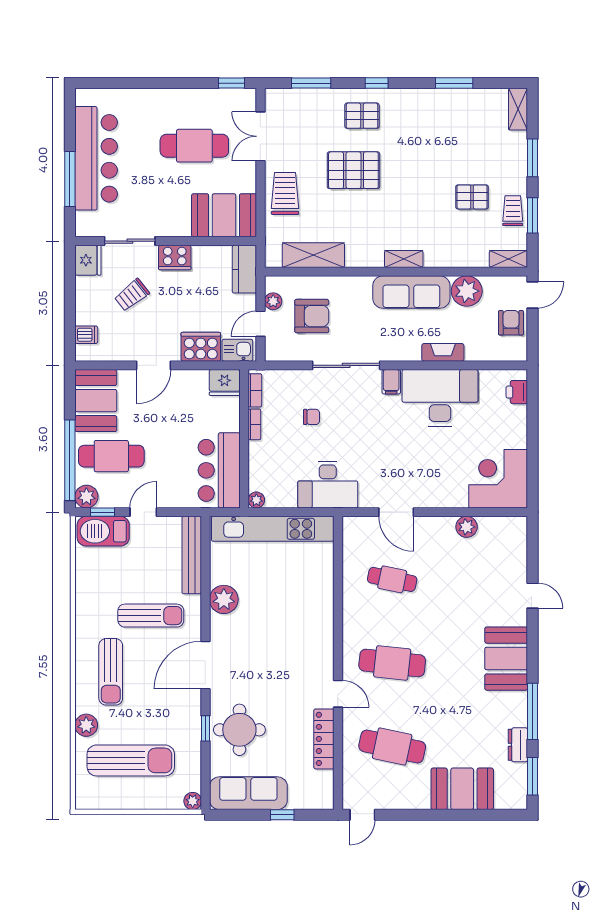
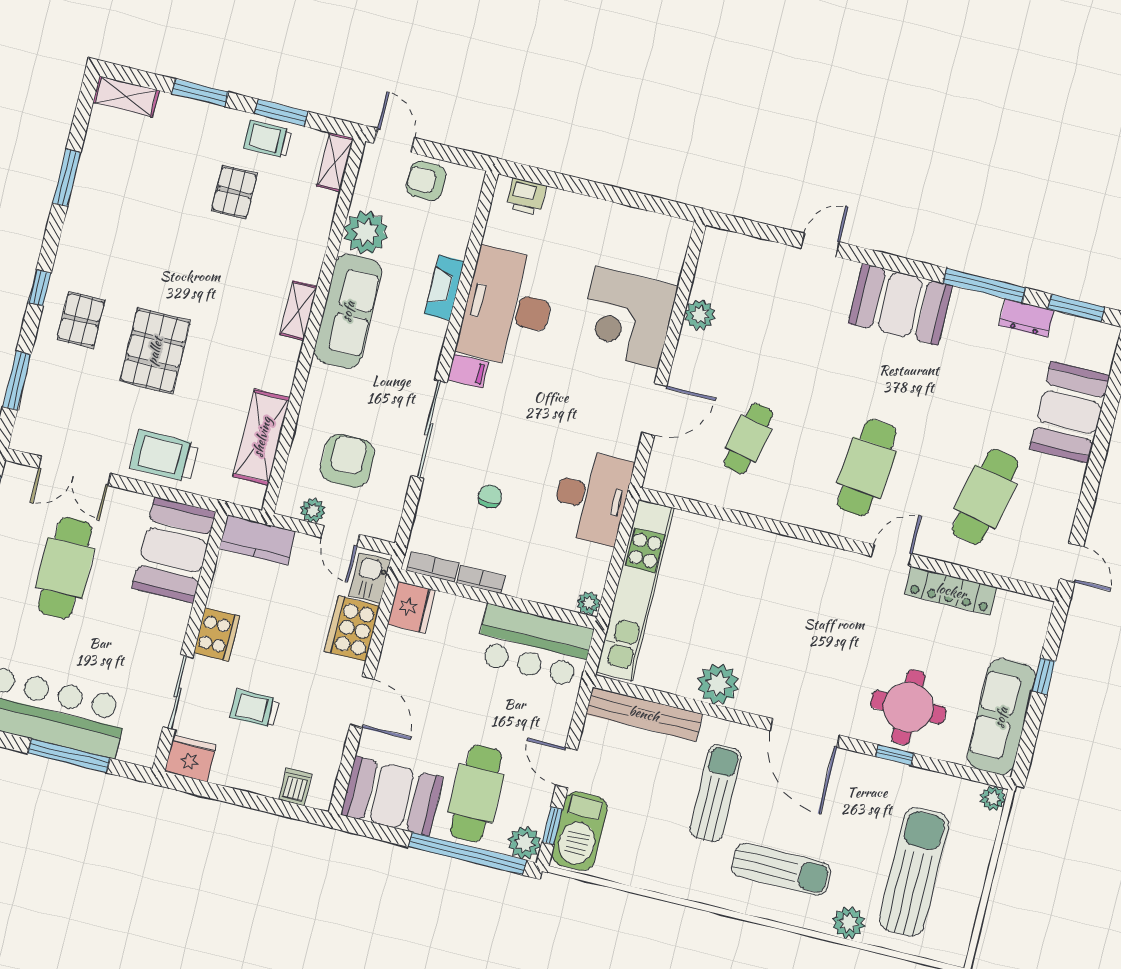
trolley: (132, 295) -> (255, 708), turned 128
corner desk: (498, 479) -> (627, 317), moved

